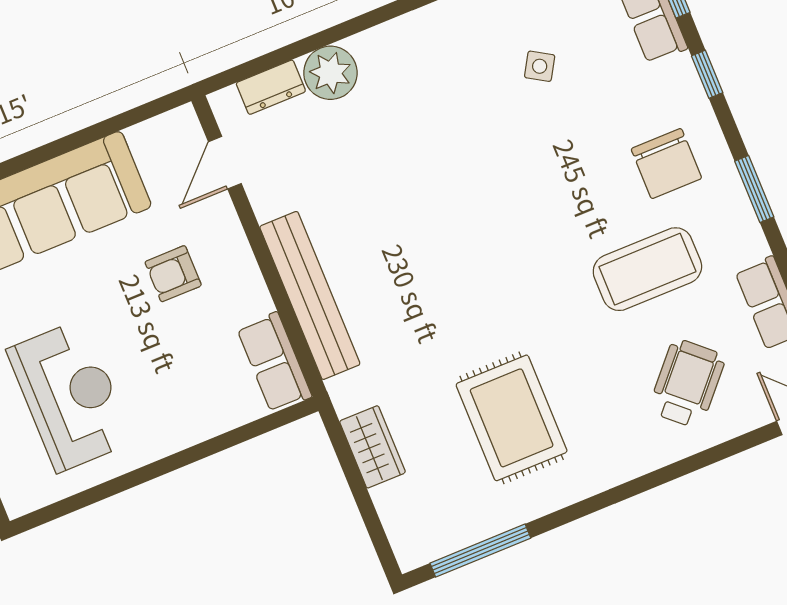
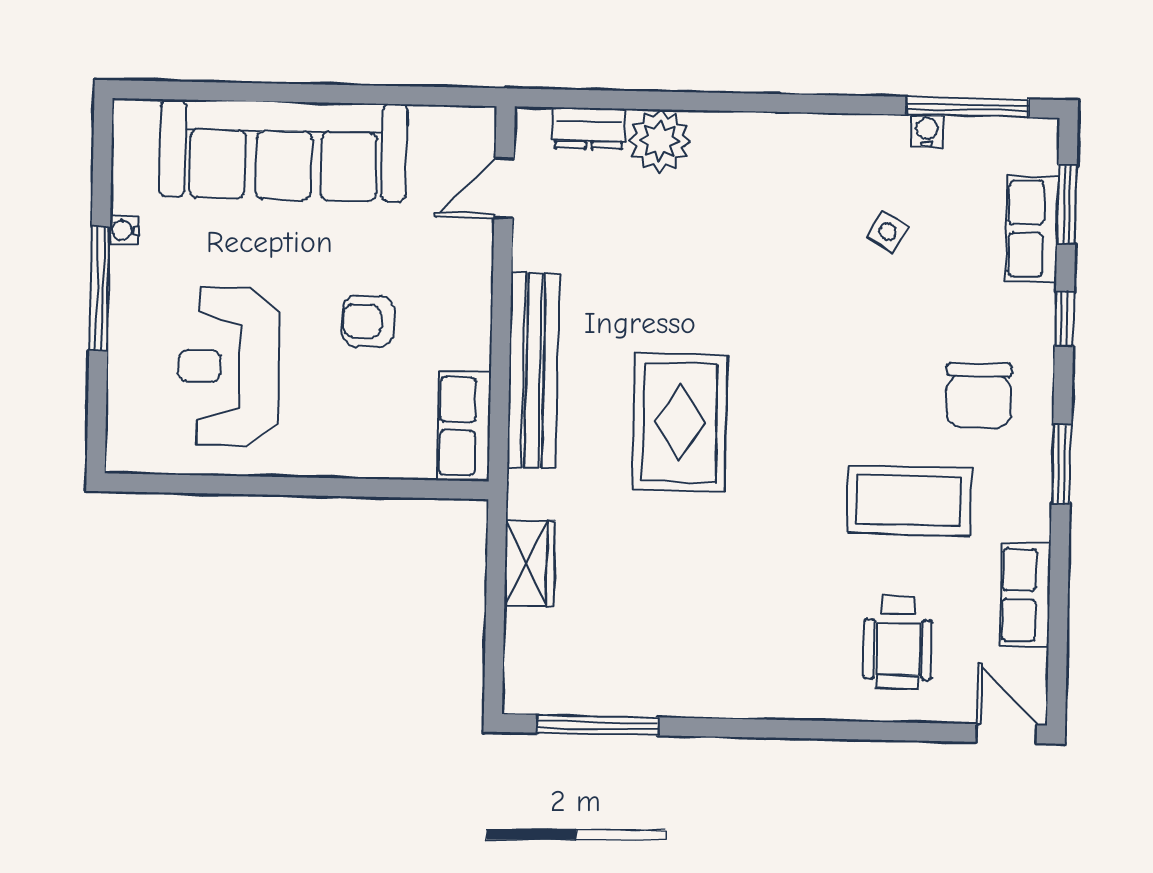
armchair: (173, 274) -> (368, 321), moved
wheelchair: (687, 383) -> (898, 642), turned 138
reception desk: (70, 396) -> (228, 367), turned 180
rug: (512, 418) -> (680, 422), moved

